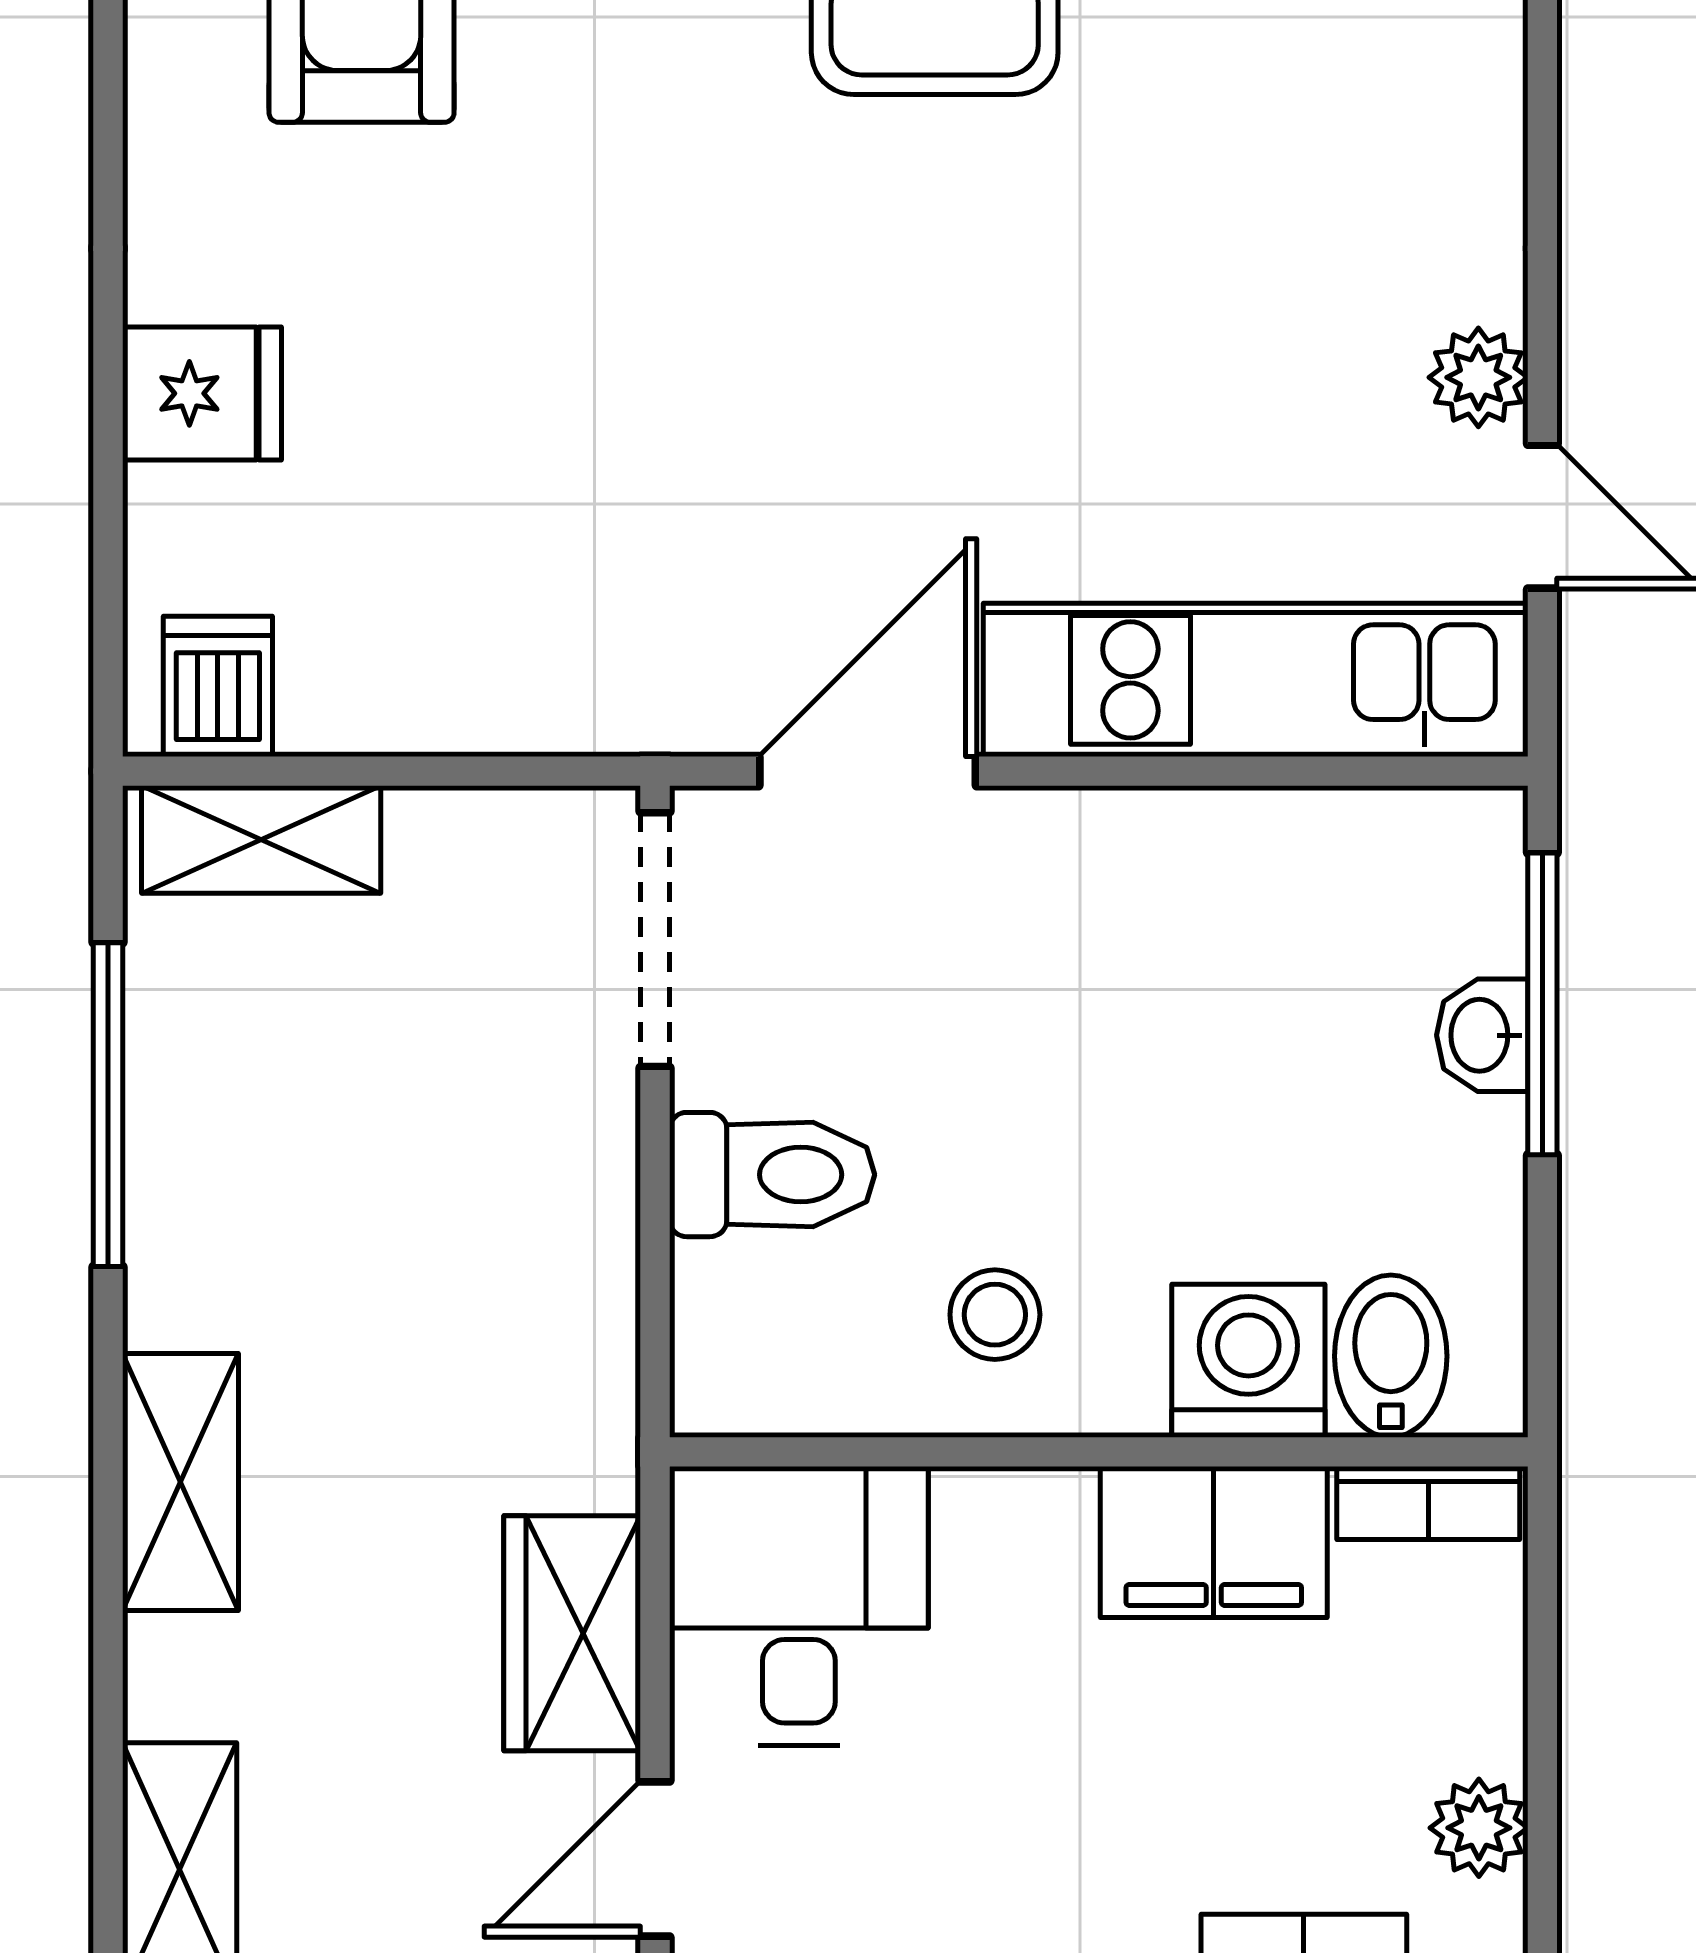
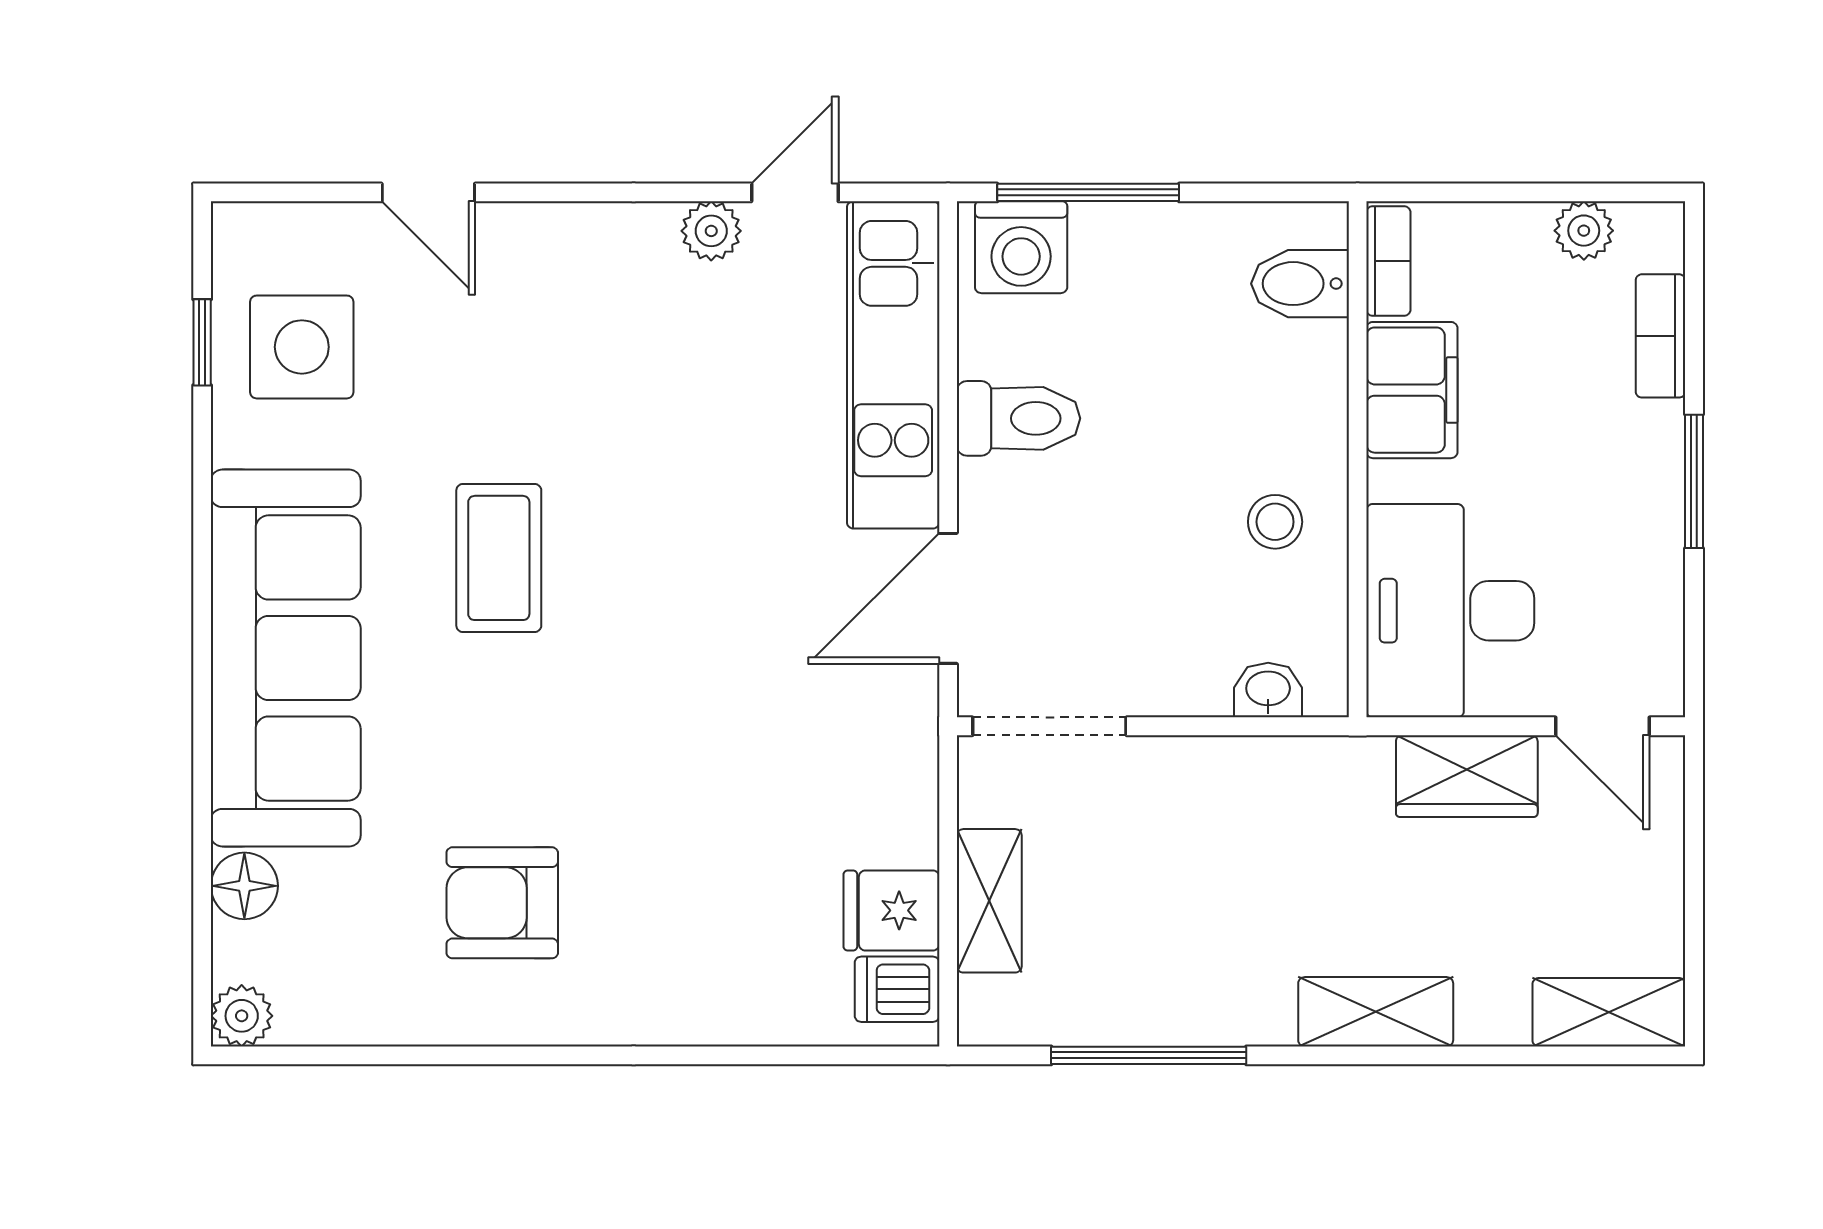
fridge: (202, 393) -> (891, 910), moved, turned -90
door: (868, 771) -> (948, 598), hinge flipped
shelving: (261, 839) -> (989, 901), moved
washbasin: (1482, 1035) -> (1268, 690), moved, turned 180
toilet: (772, 1175) -> (1018, 418), moved, turned 90
washing machine: (1248, 1361) -> (1021, 247), moved, turned -90
desk: (799, 1606) -> (1450, 611), width x1.37

